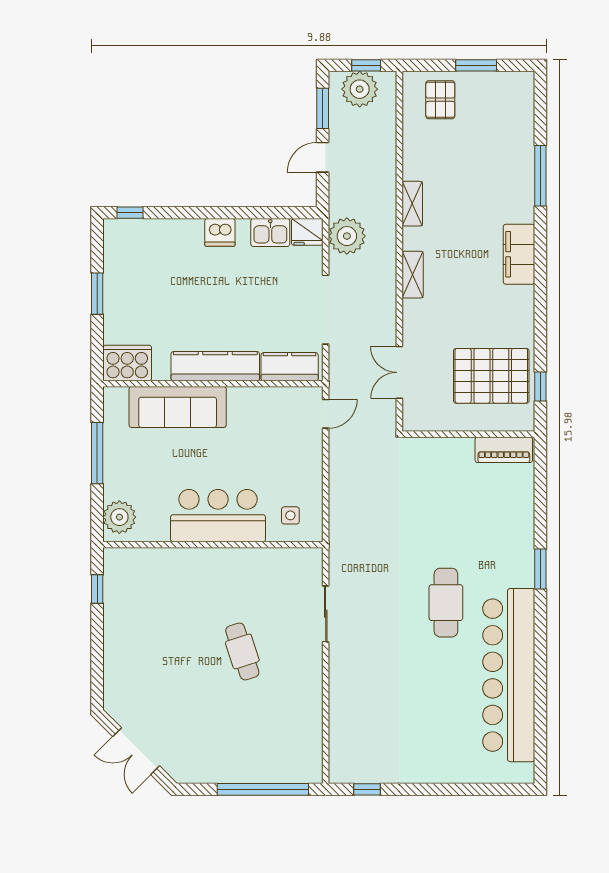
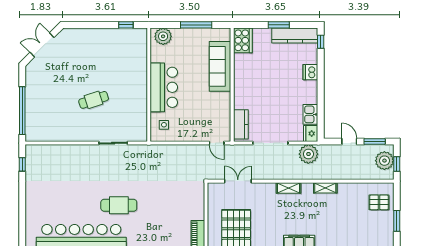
dishwasher: (220, 232) -> (310, 72), moved
kitchen counter: (215, 366) -> (295, 35), moved, turned 90

